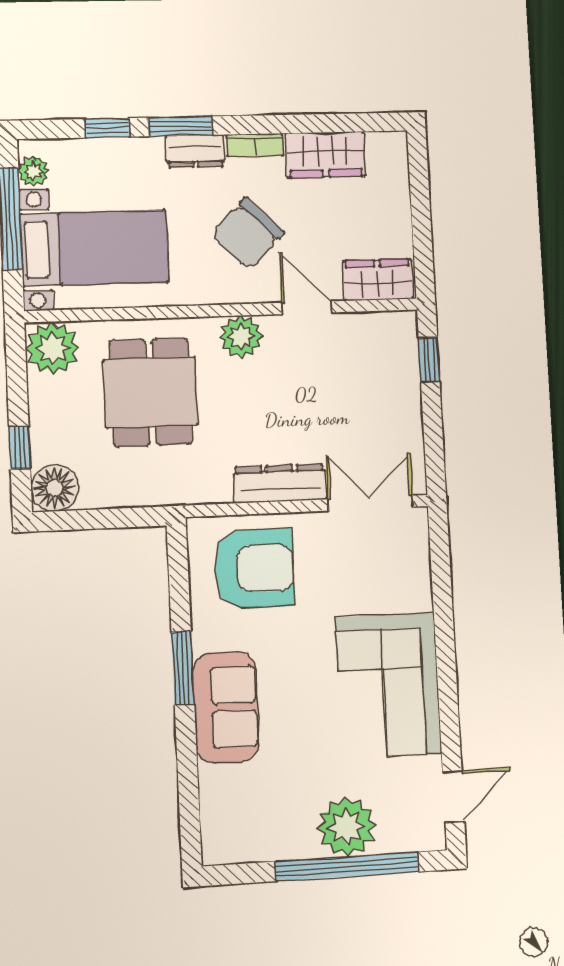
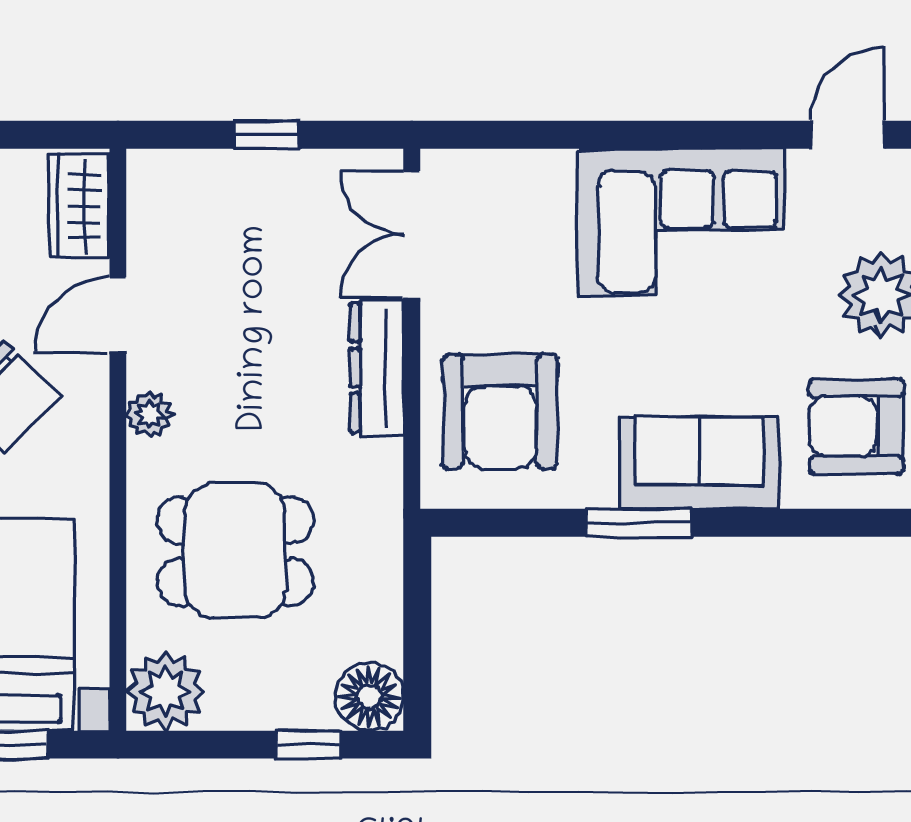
plant: (241, 337) -> (149, 415), width x0.73, depth x0.73
window: (429, 360) -> (266, 135), moved
armchair: (254, 569) -> (500, 412), turned 180
door: (453, 796) -> (847, 135), hinge flipped
armchair: (256, 815) -> (856, 426), added

